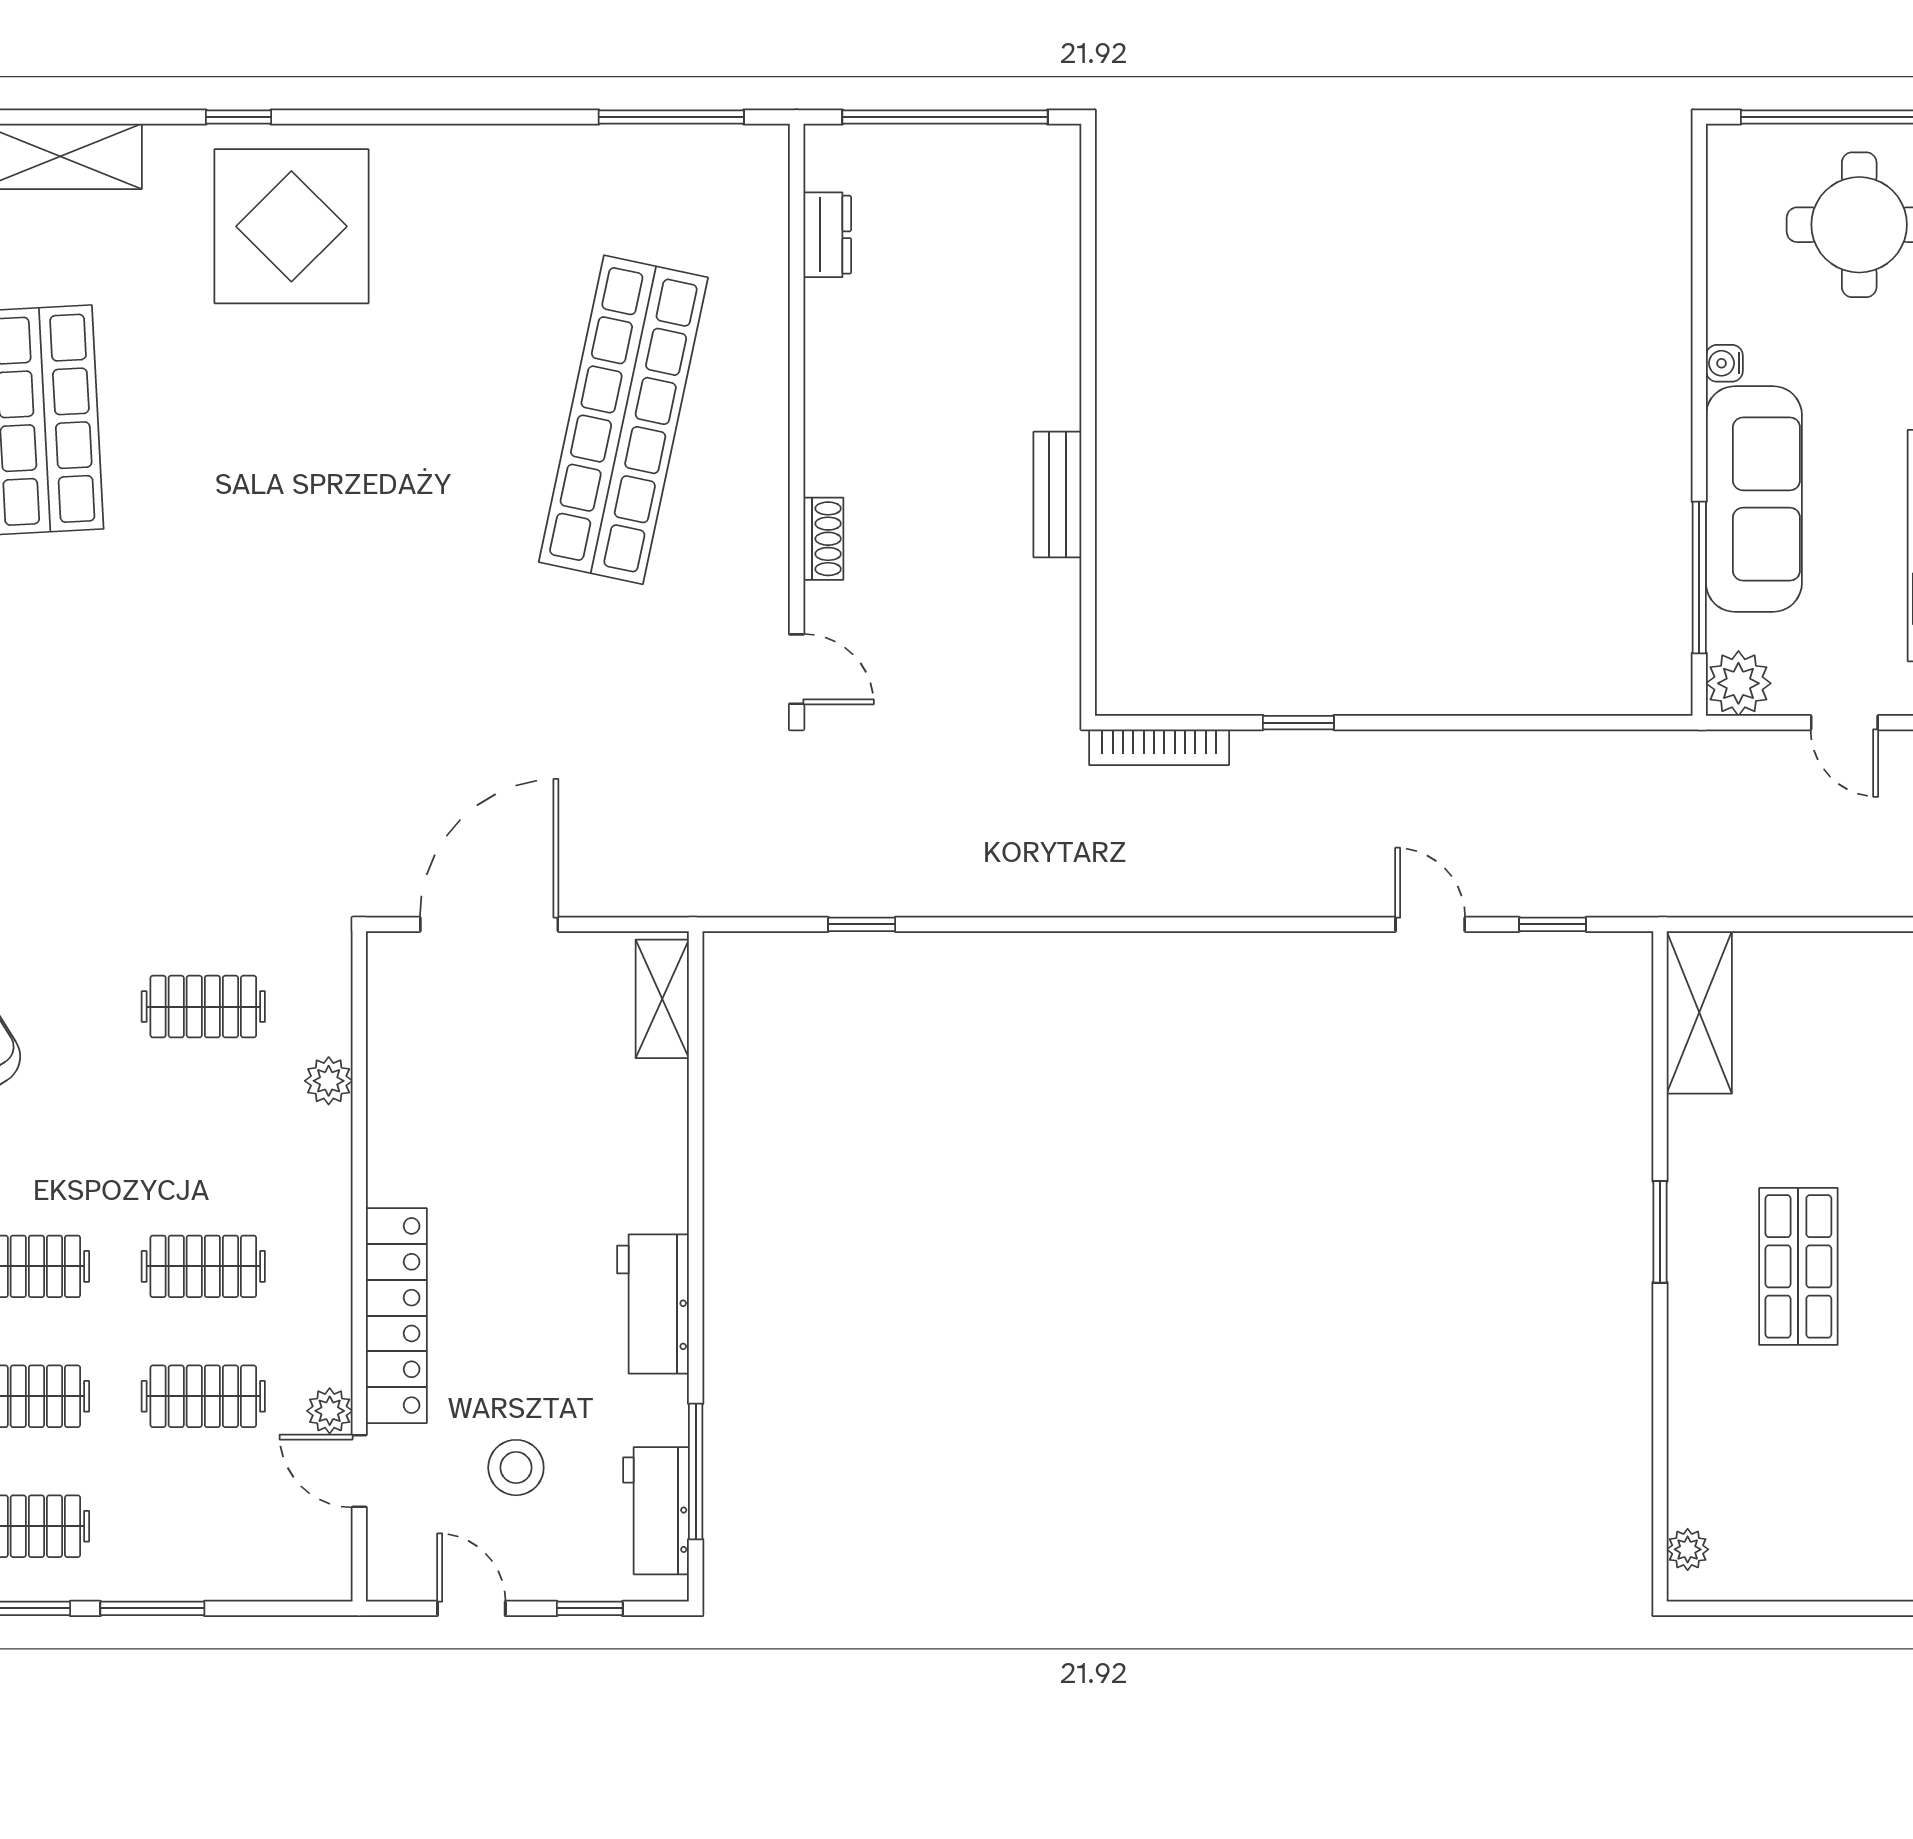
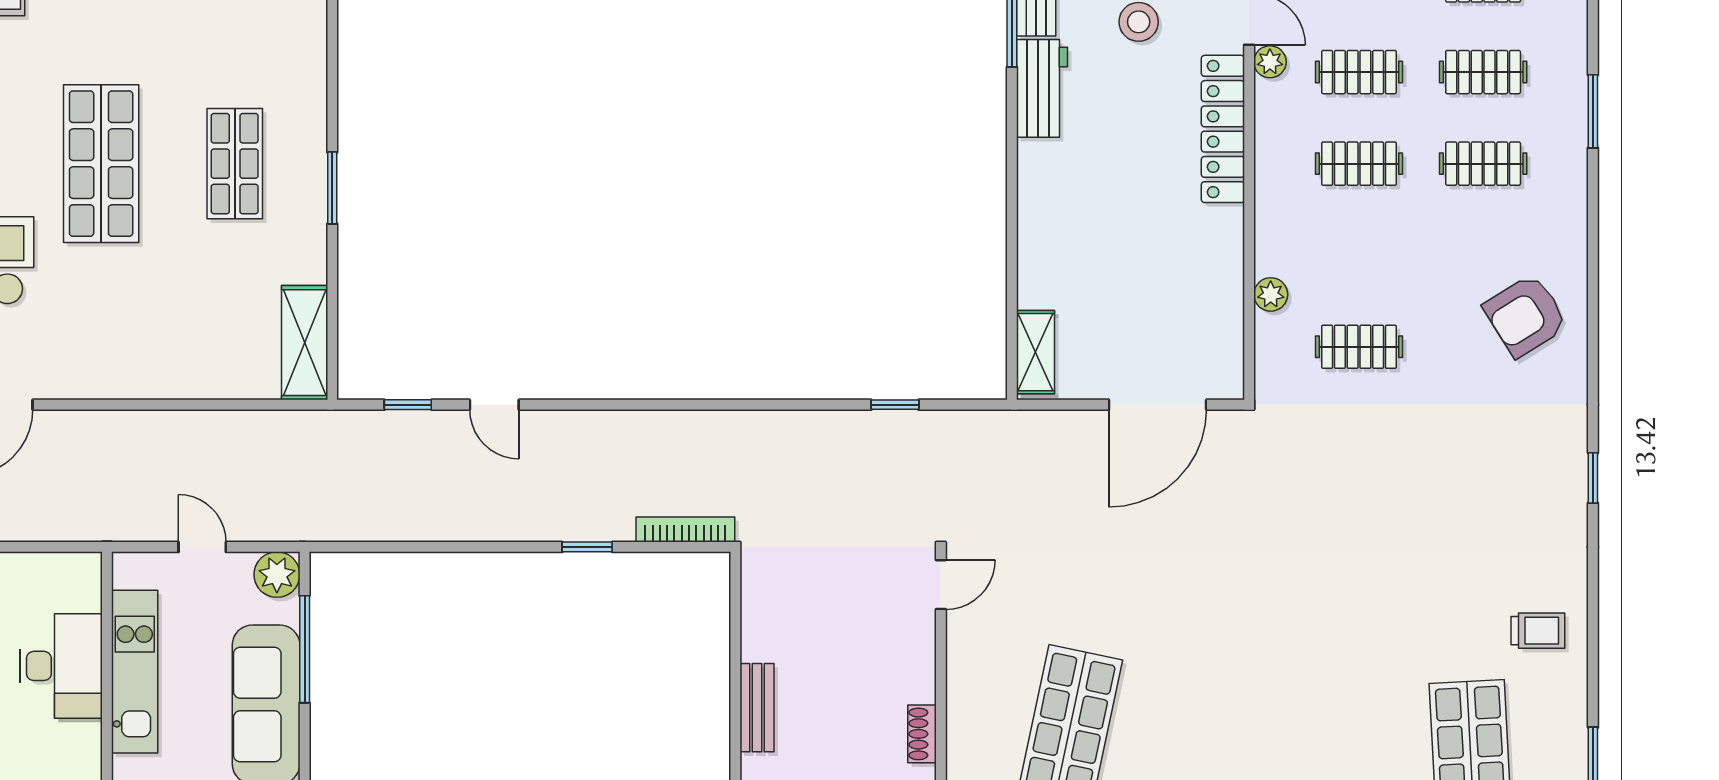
shoe rack: (823, 539) -> (922, 734), moved
door: (797, 669) -> (941, 585), swing flipped
workbench: (653, 1304) -> (1042, 88), moved

